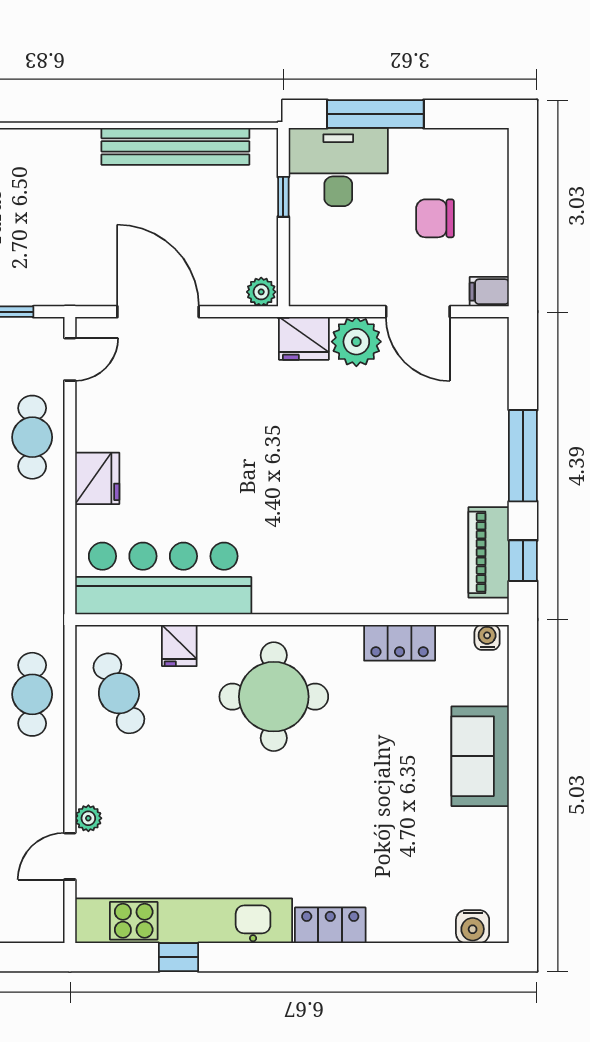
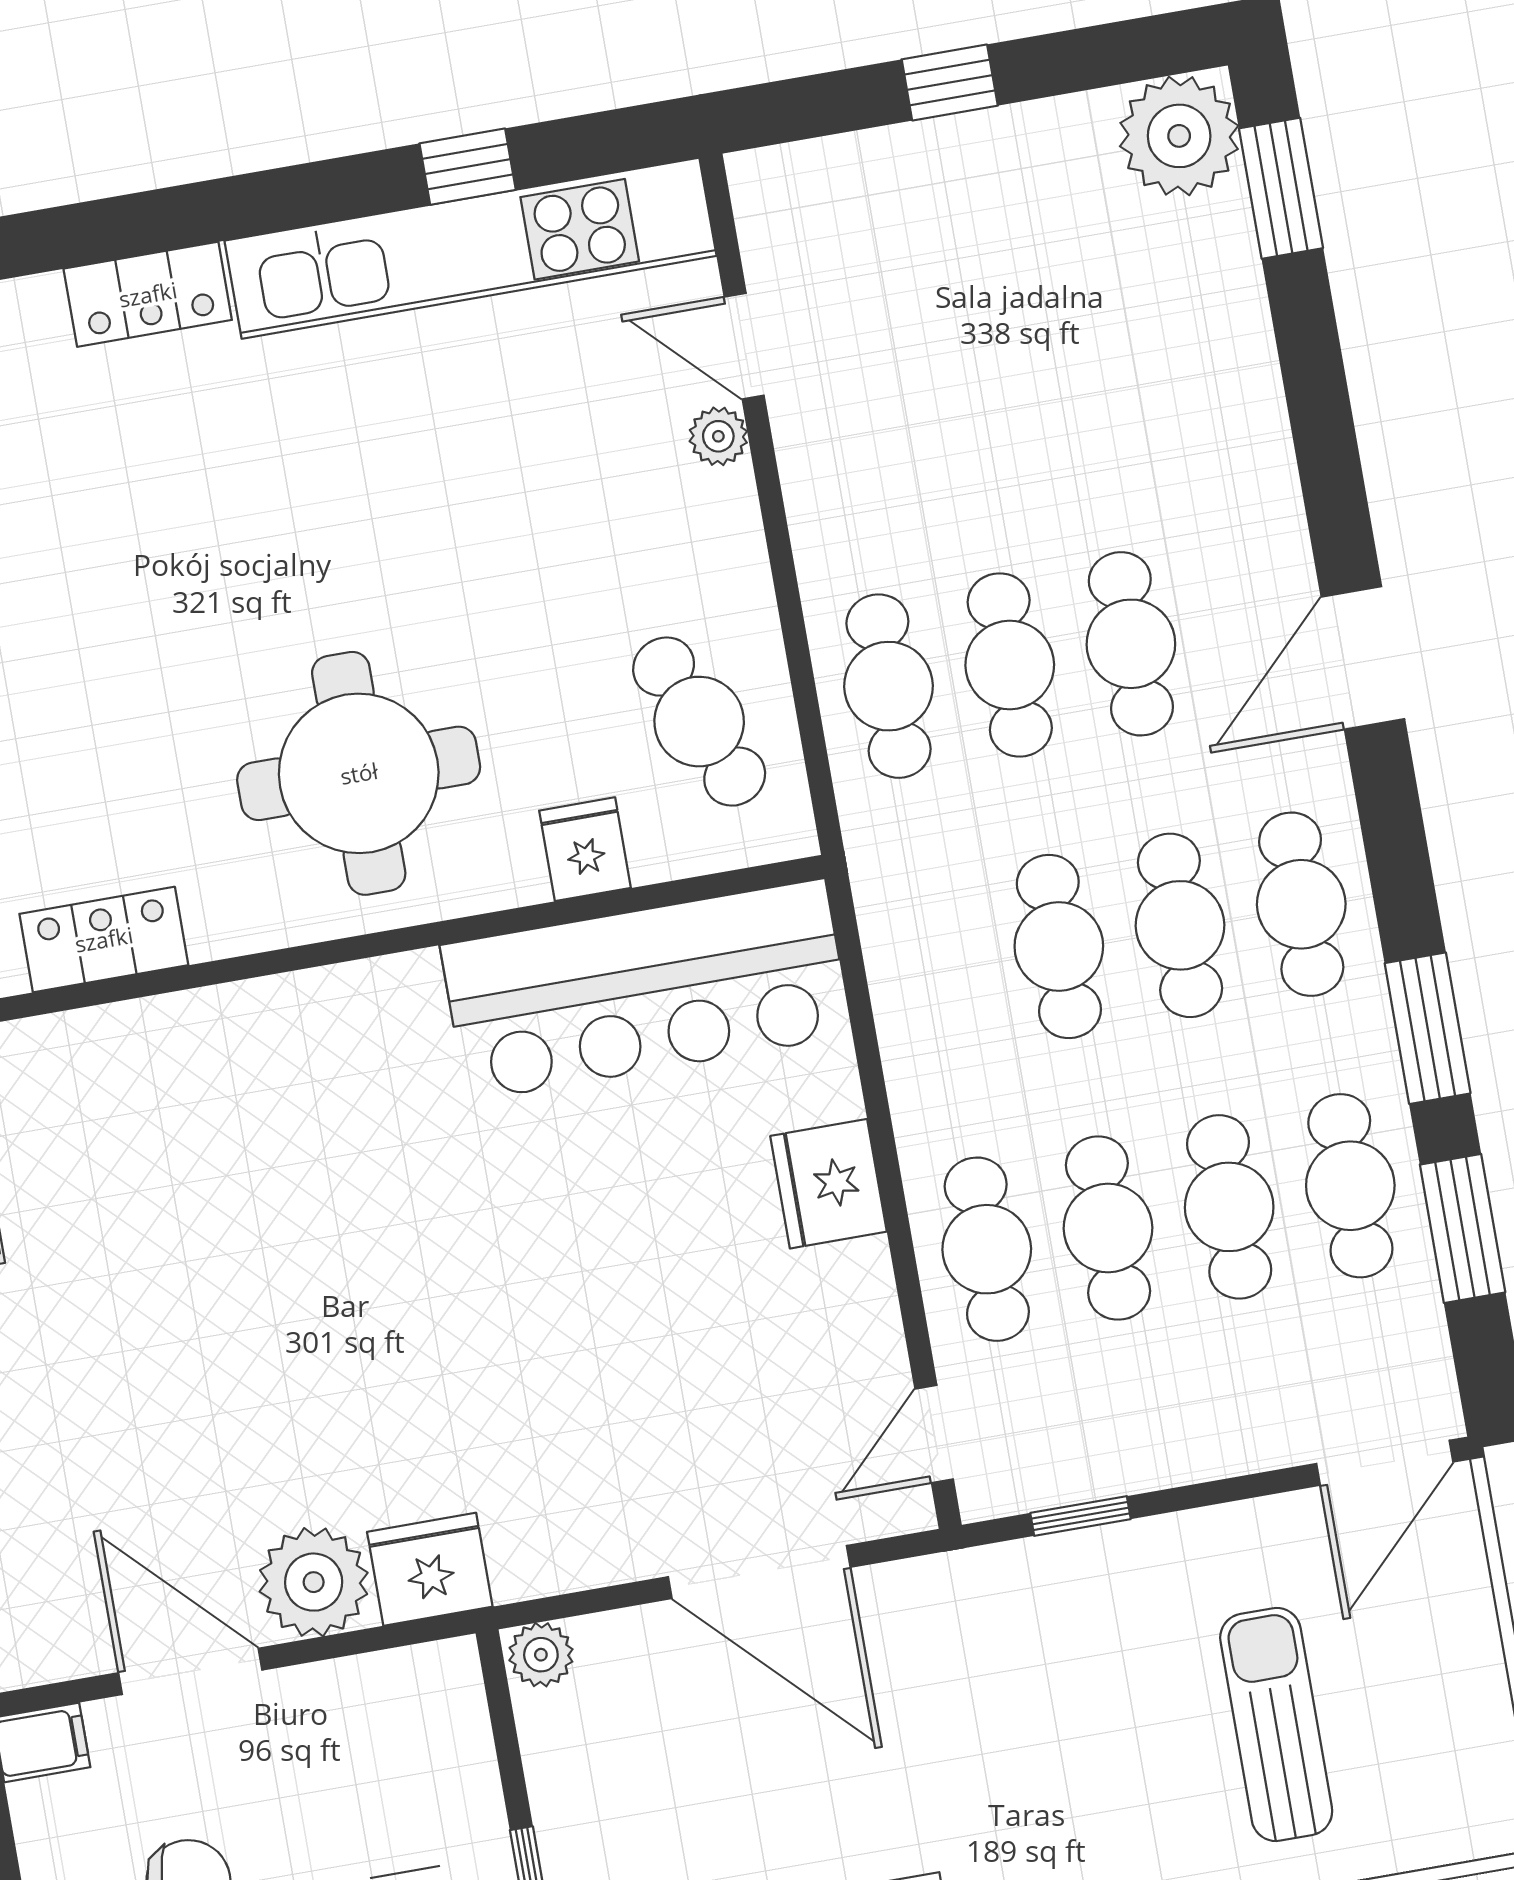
door: (70, 856) -> (744, 346), swing flipped

